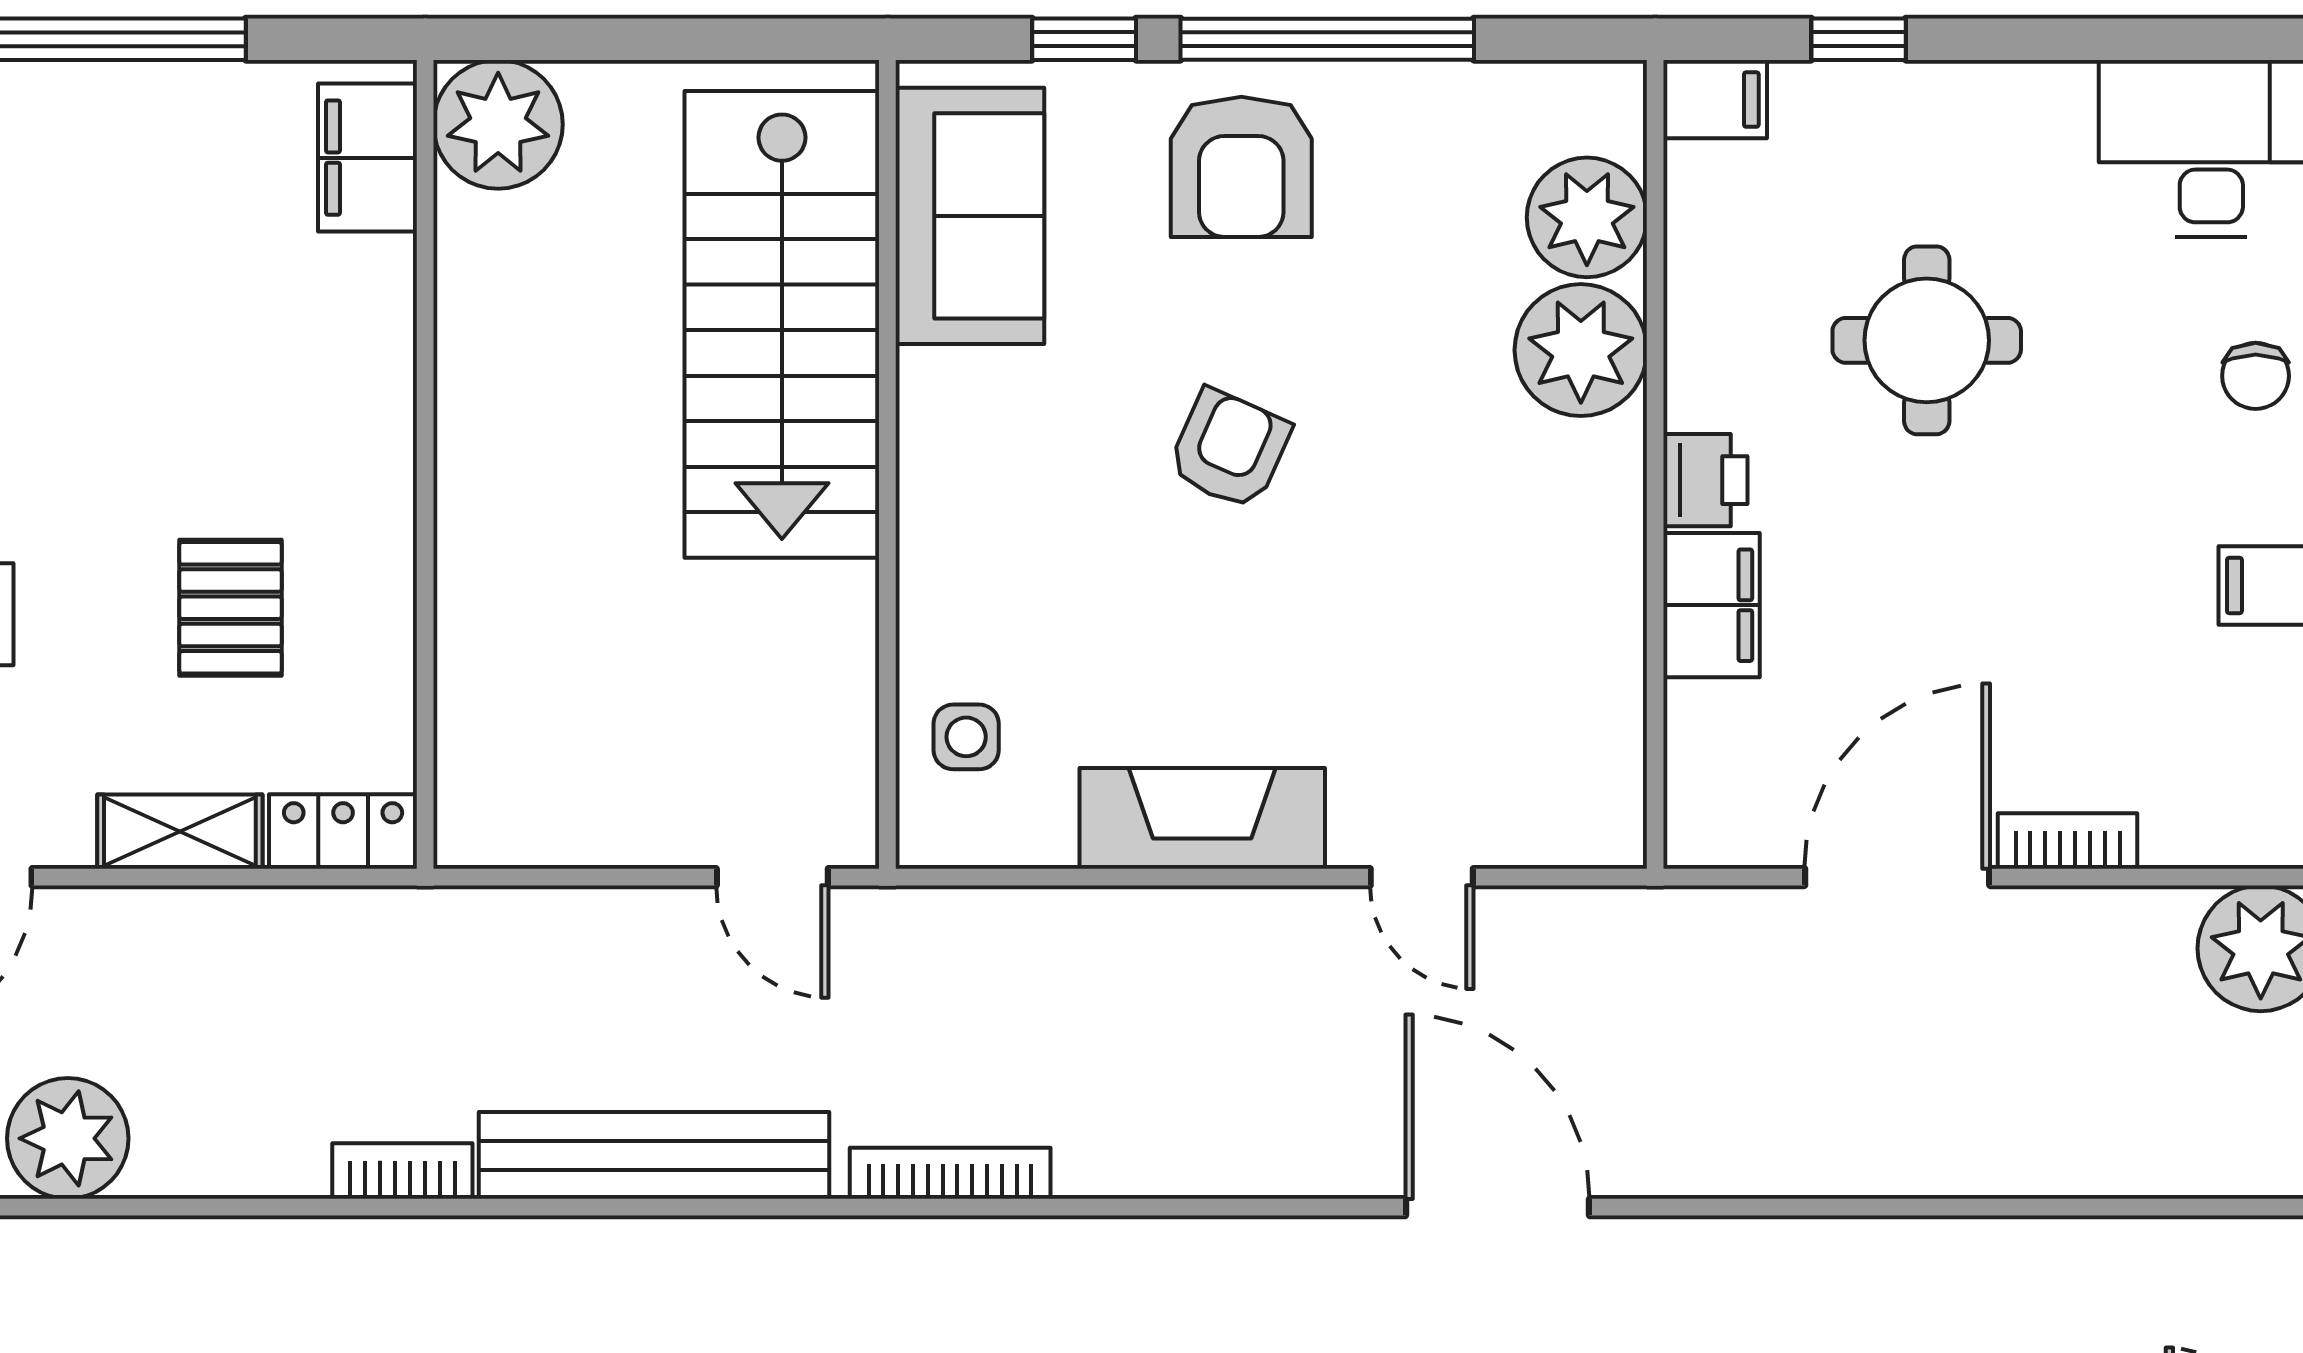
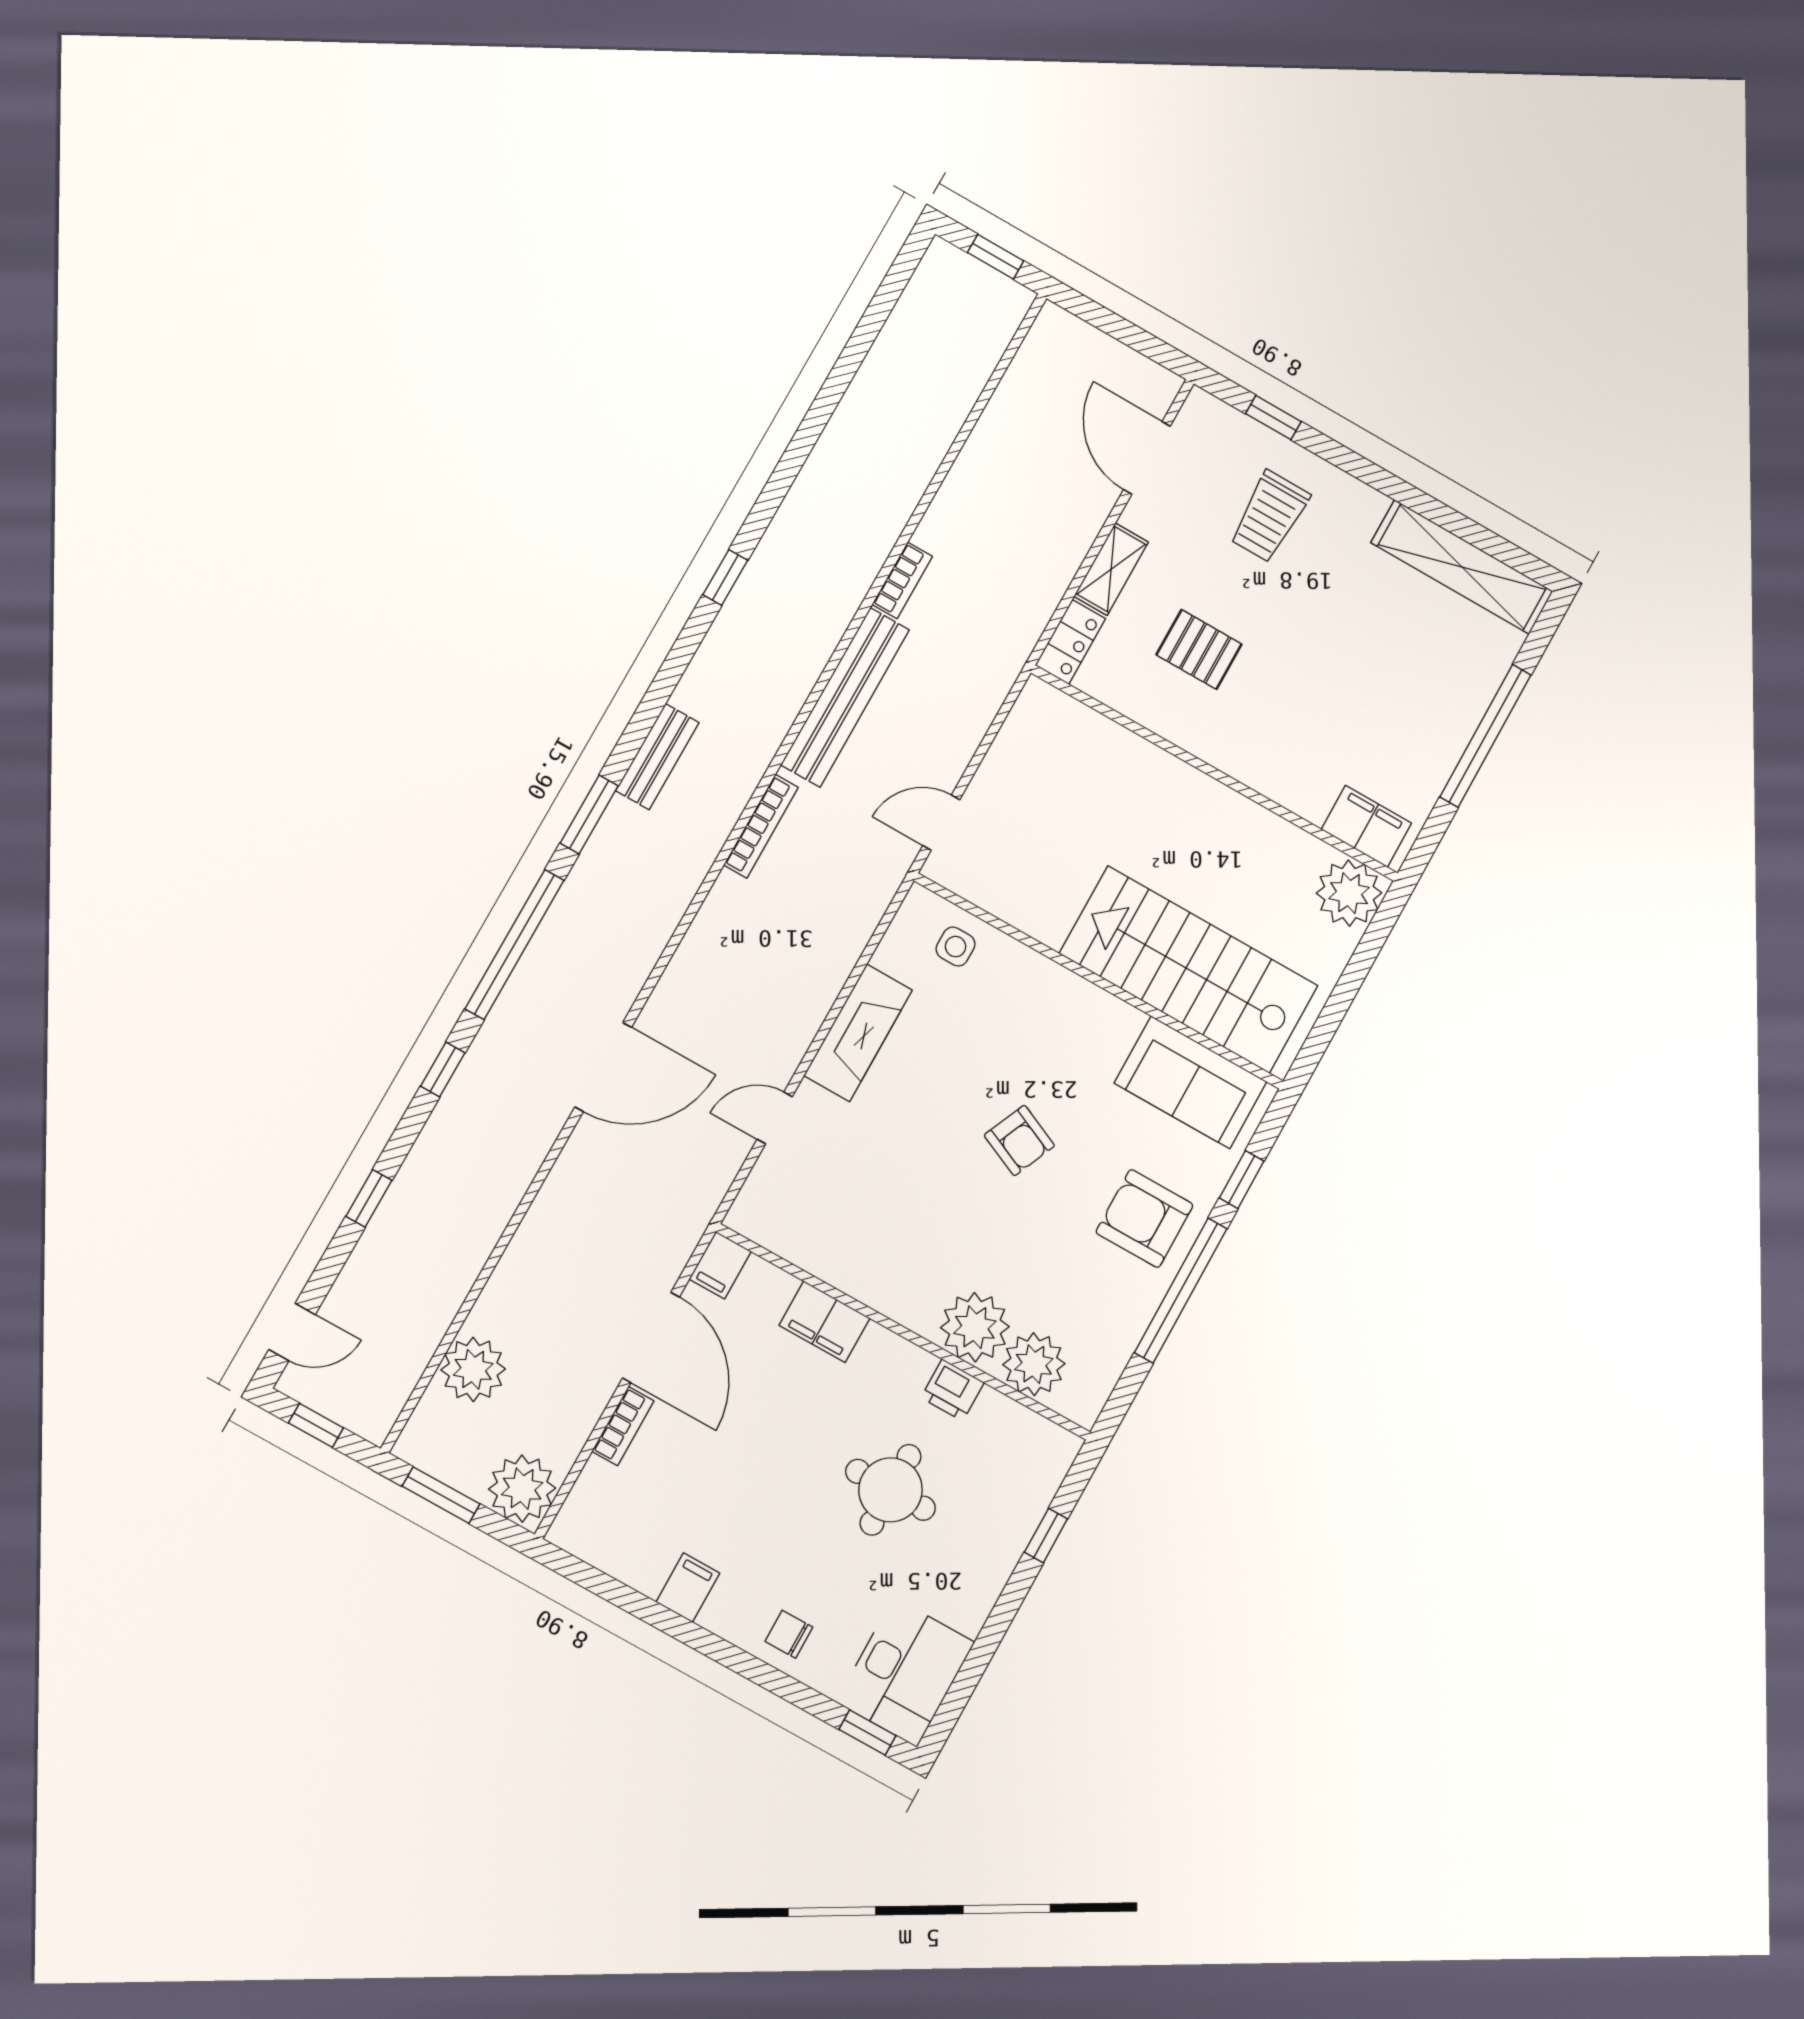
filing cabinet: (1715, 100) -> (720, 1265), moved
printer: (1705, 480) -> (952, 1390), moved
plant: (68, 1138) -> (473, 1369), moved

